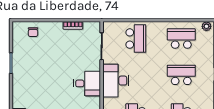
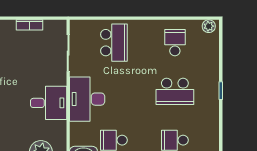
school desk: (181, 39) -> (175, 43), width x0.54
school desk: (181, 75) -> (175, 91), turned 180

